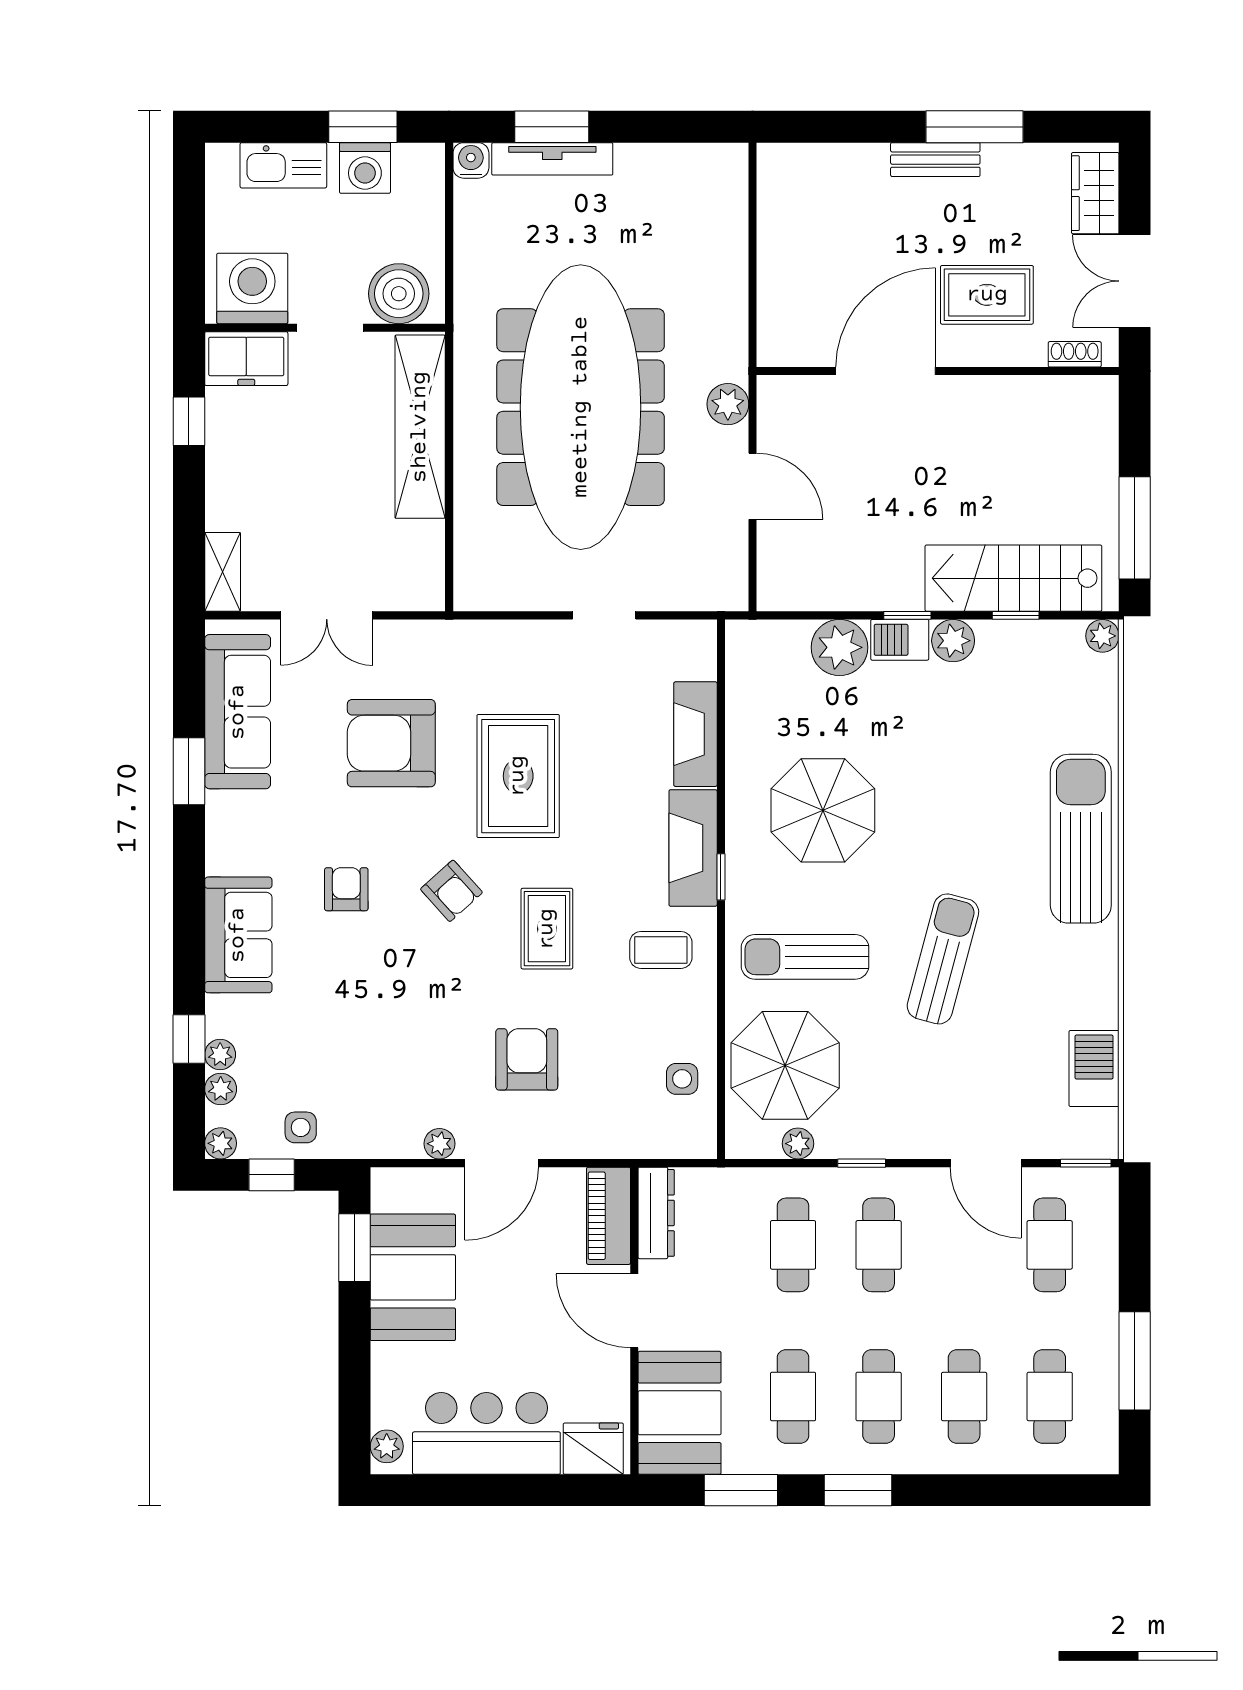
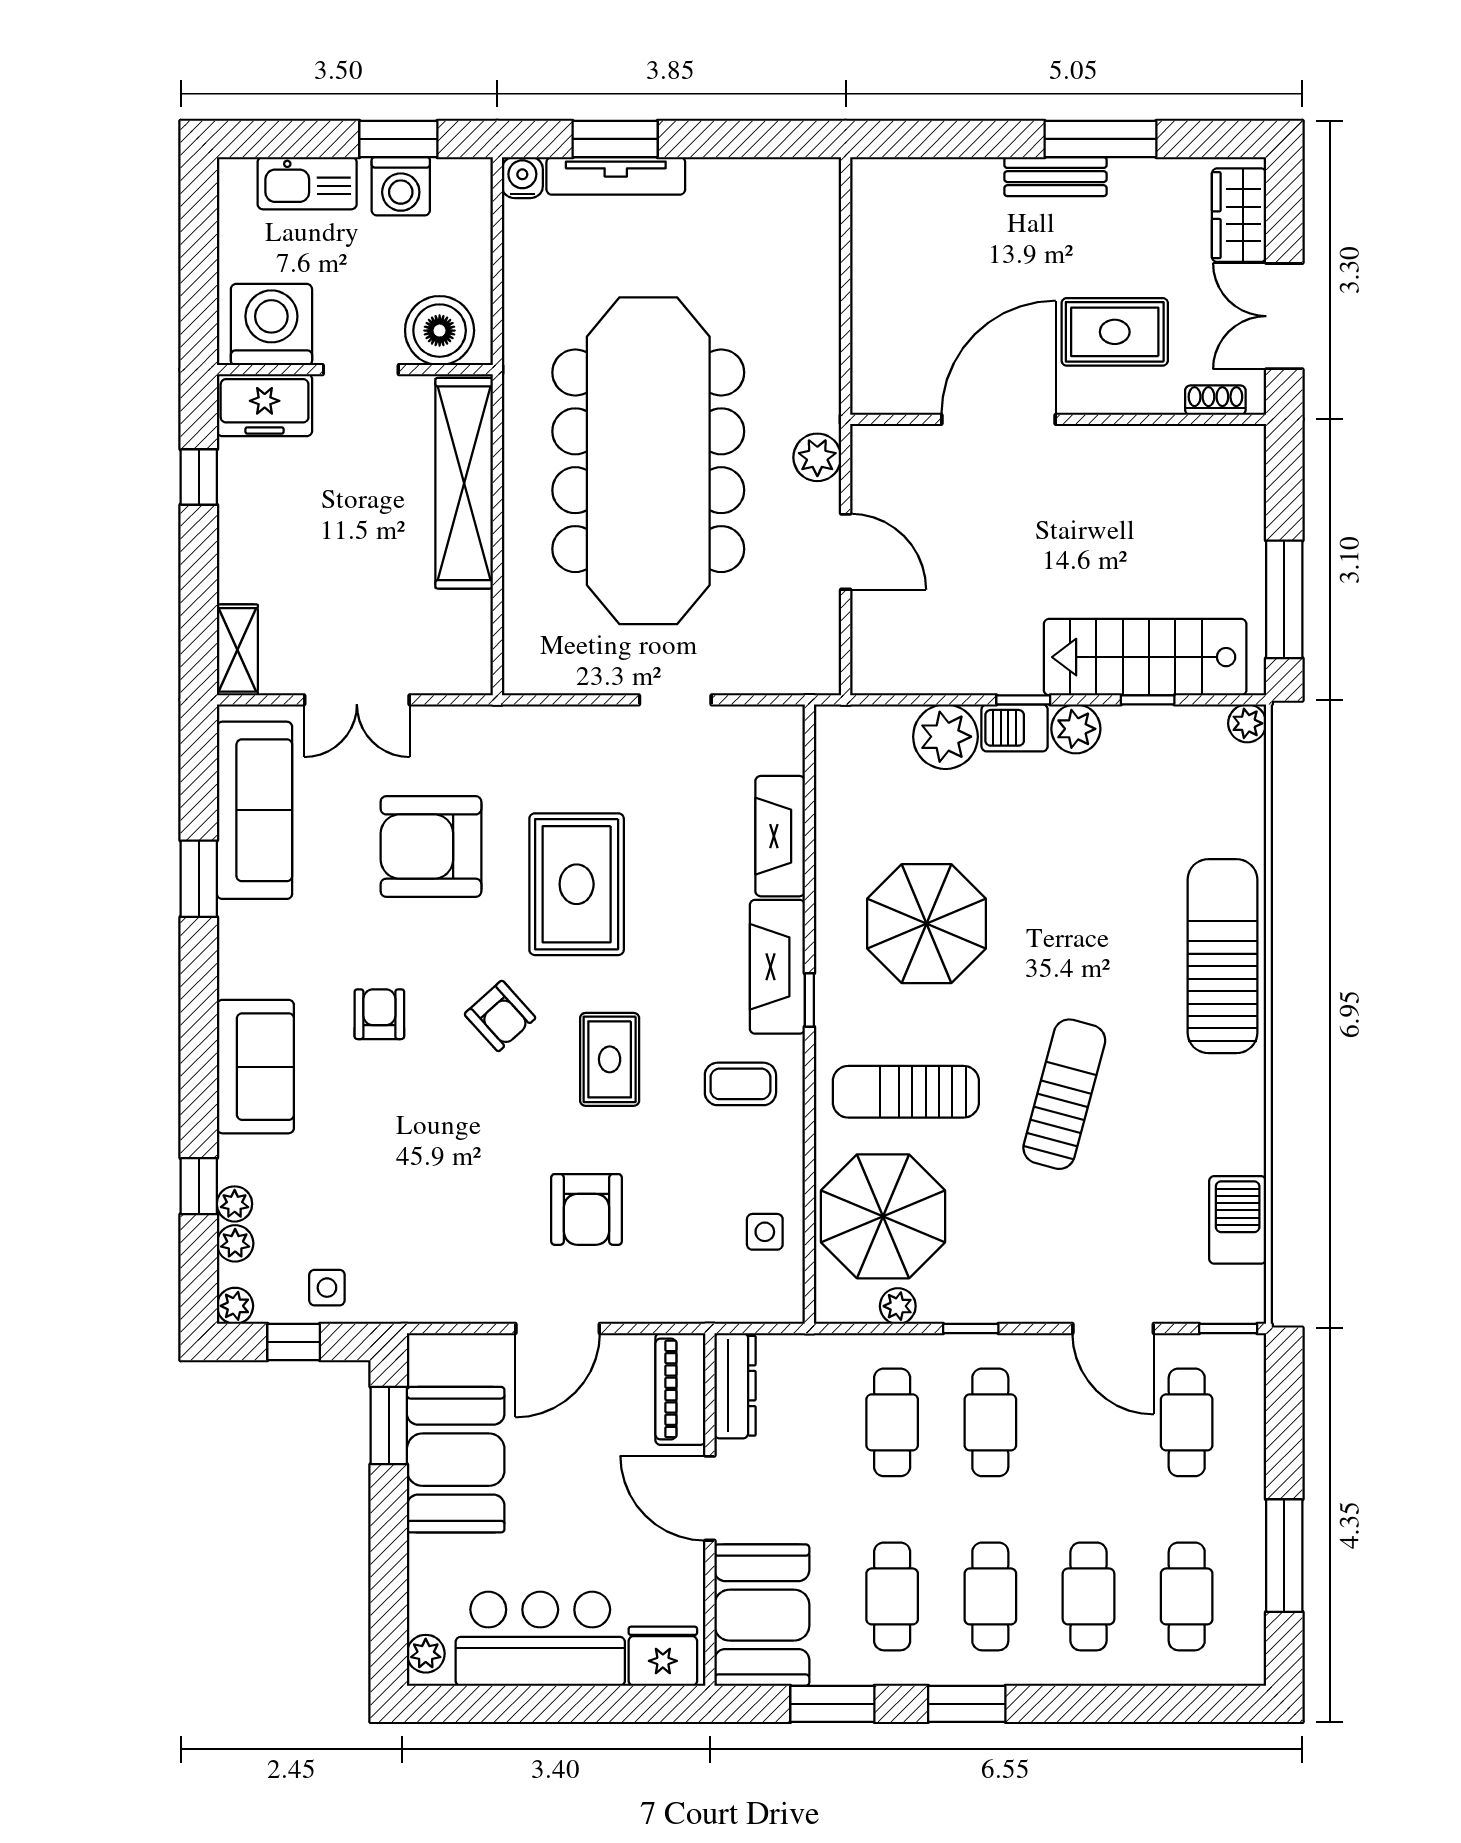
armchair: (527, 1059) -> (587, 1209), turned 180
plant: (439, 1144) -> (486, 1306), removed

